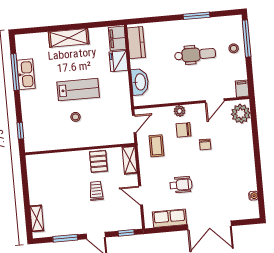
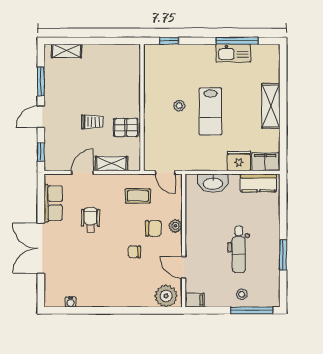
chair: (184, 130) -> (153, 229), turned 90
shelving: (130, 160) -> (111, 164), moved
wheelchair: (181, 185) -> (91, 220), turned 180

